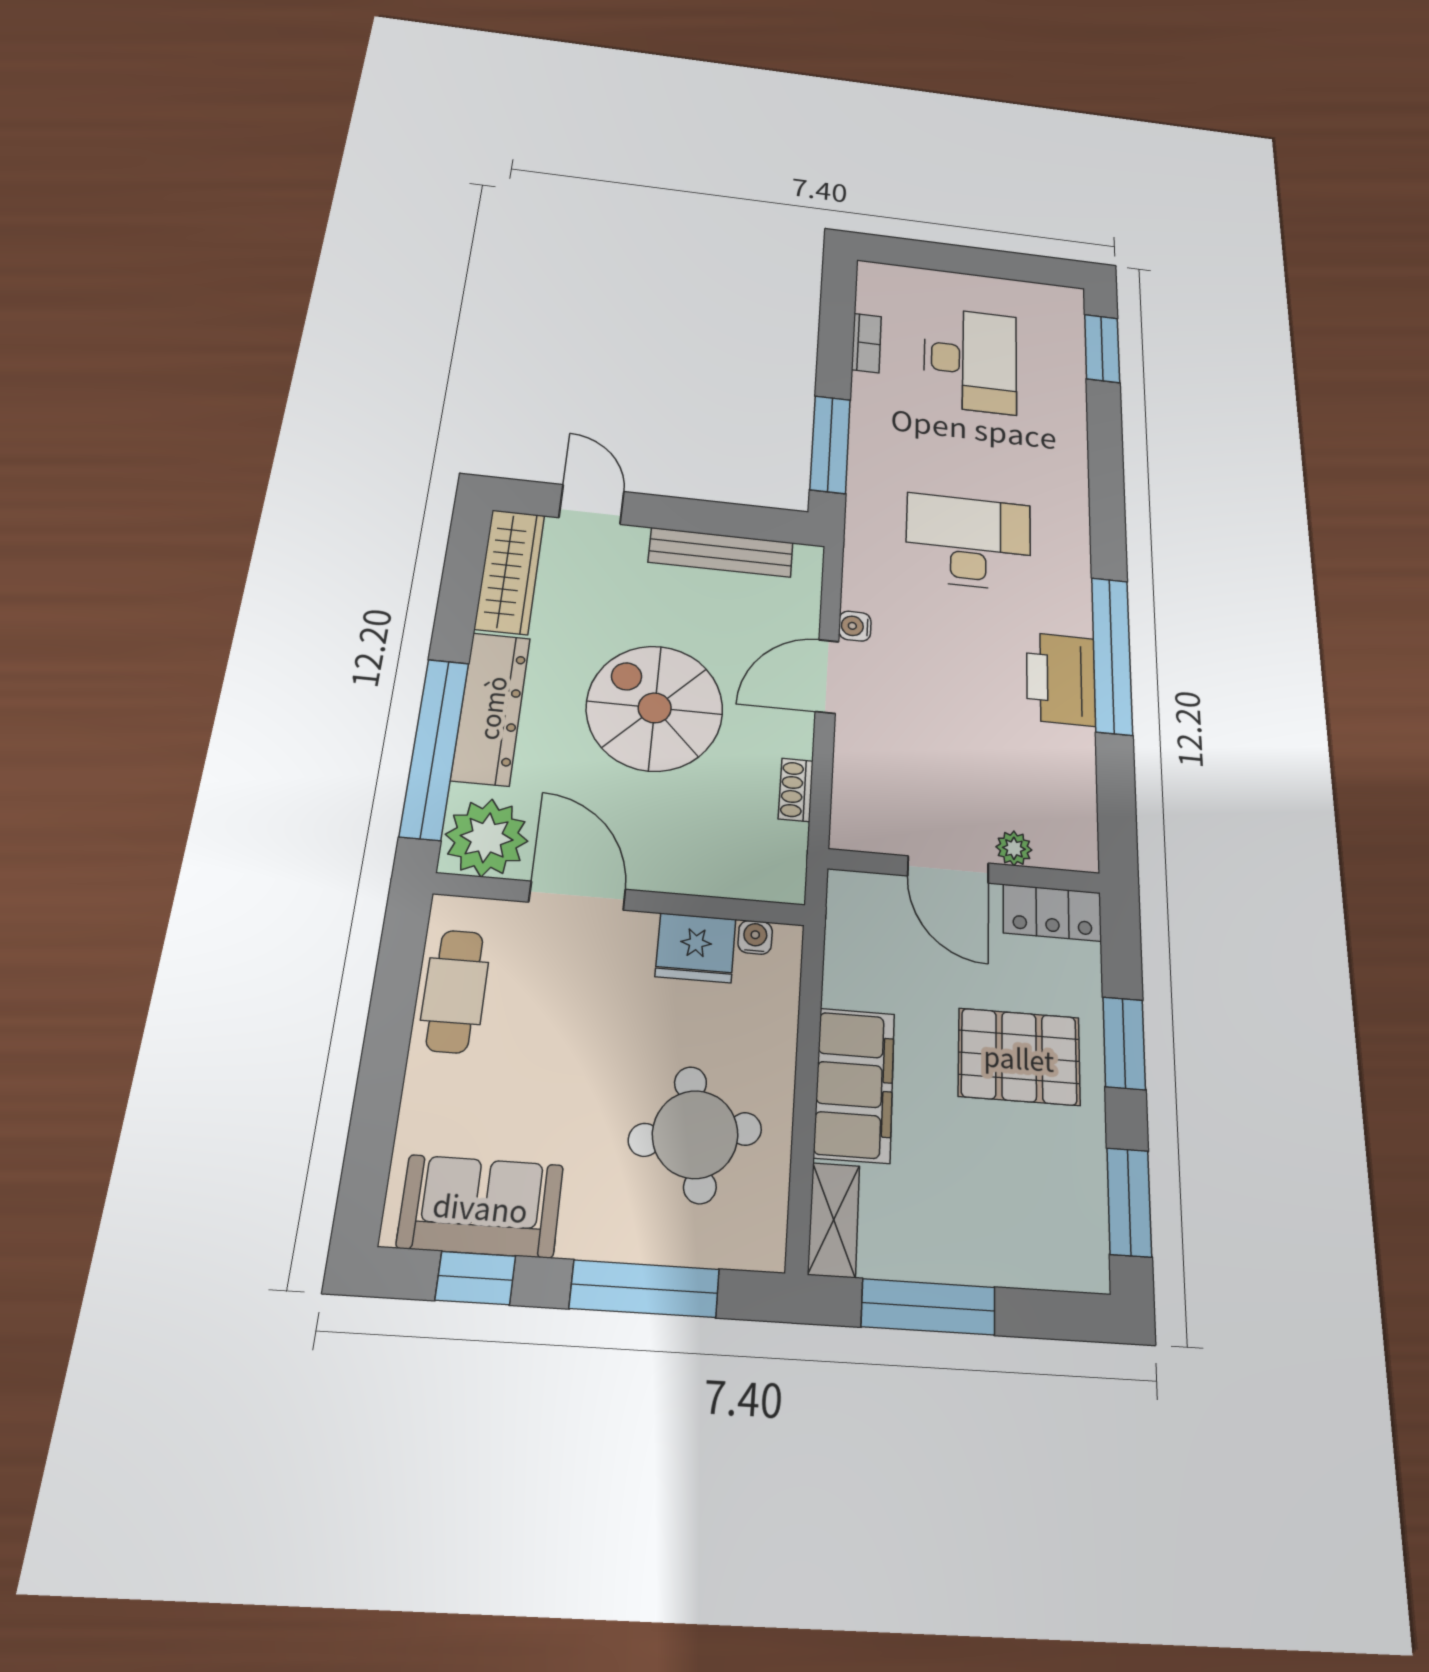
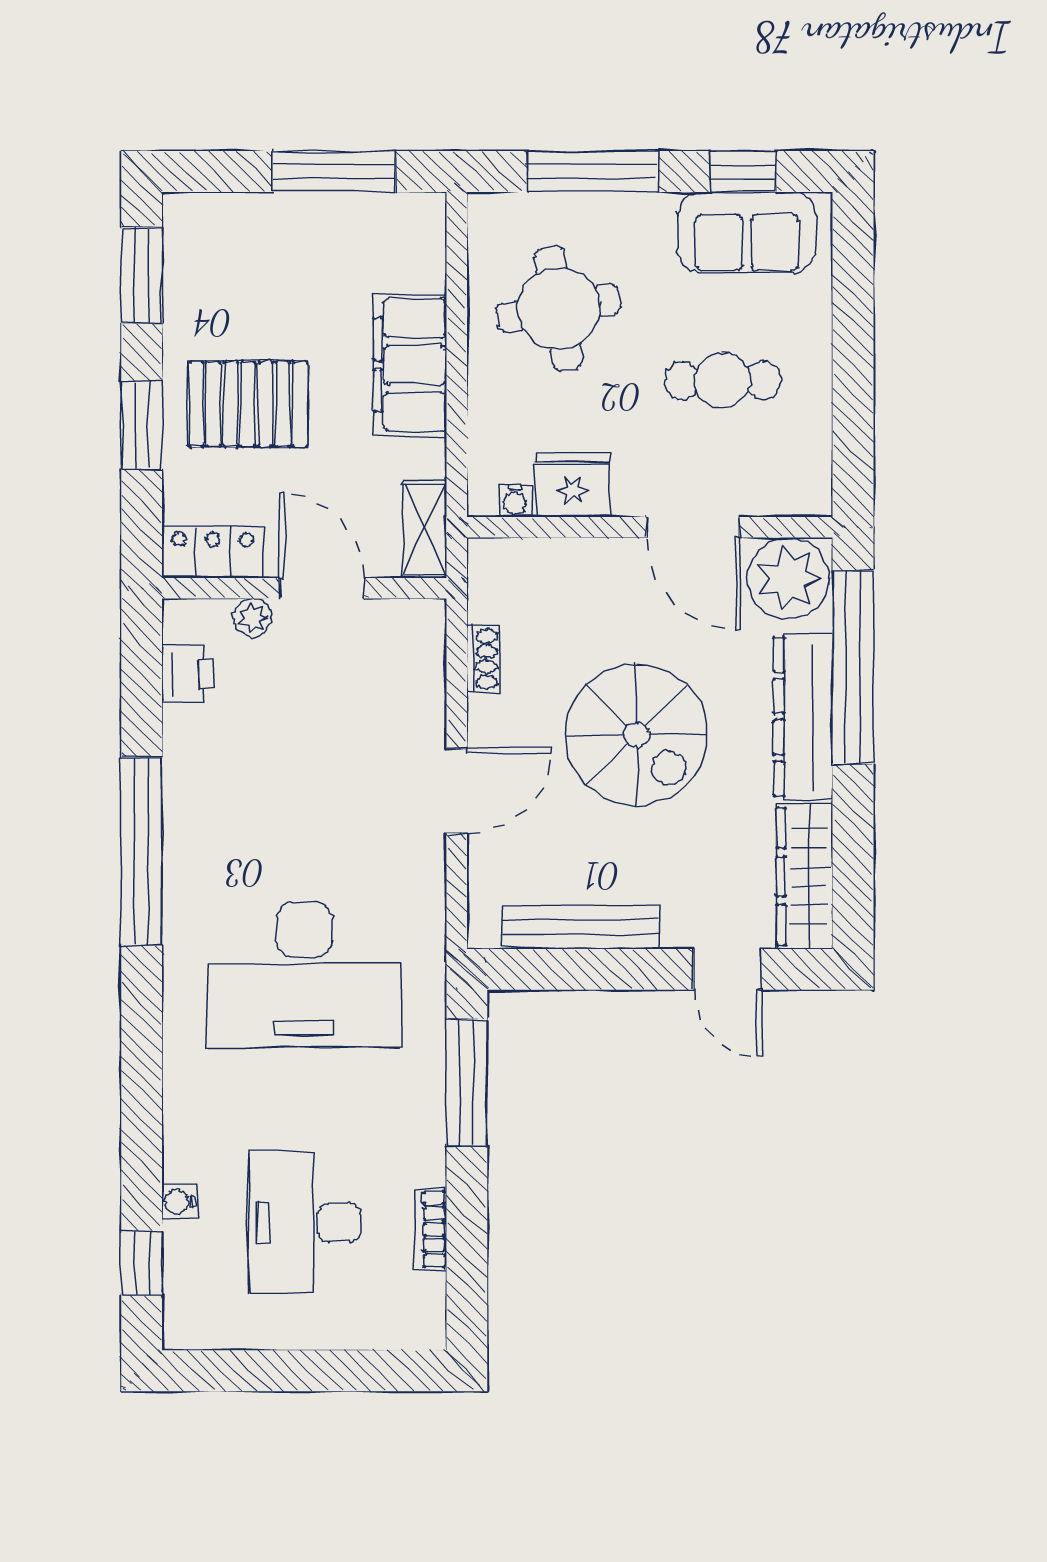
window: (1102, 348) -> (142, 1263), width x0.67
desk: (968, 542) -> (304, 974), width x1.36, depth x1.30
water cooler: (855, 626) -> (179, 1202), moved, turned 180
printer: (1061, 679) -> (188, 674), moved, width x0.53, depth x0.68
cafe table: (455, 991) -> (723, 380), moved, turned 90
shelving: (834, 1220) -> (424, 529), moved

